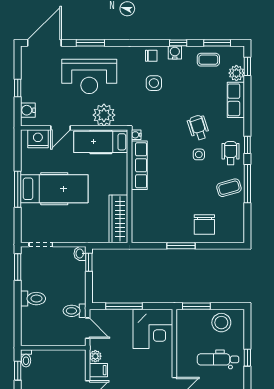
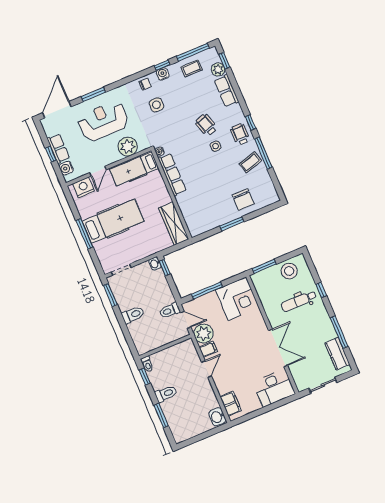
window: (217, 43) -> (193, 52), width x1.44
reception desk: (89, 76) -> (103, 121), turned 180
row of seats: (28, 85) -> (58, 148), added
plant: (95, 356) -> (204, 334), width x1.87, depth x1.87

